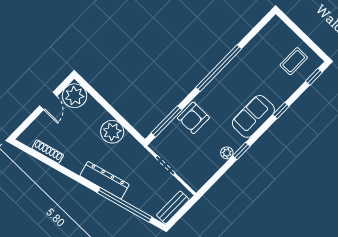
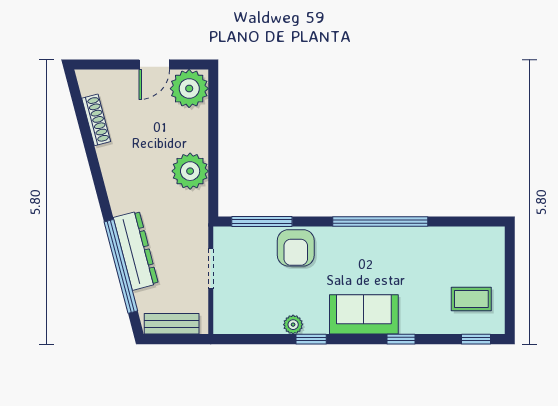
armchair: (193, 118) -> (296, 248), turned -90
dresser: (105, 180) -> (136, 251), moved

